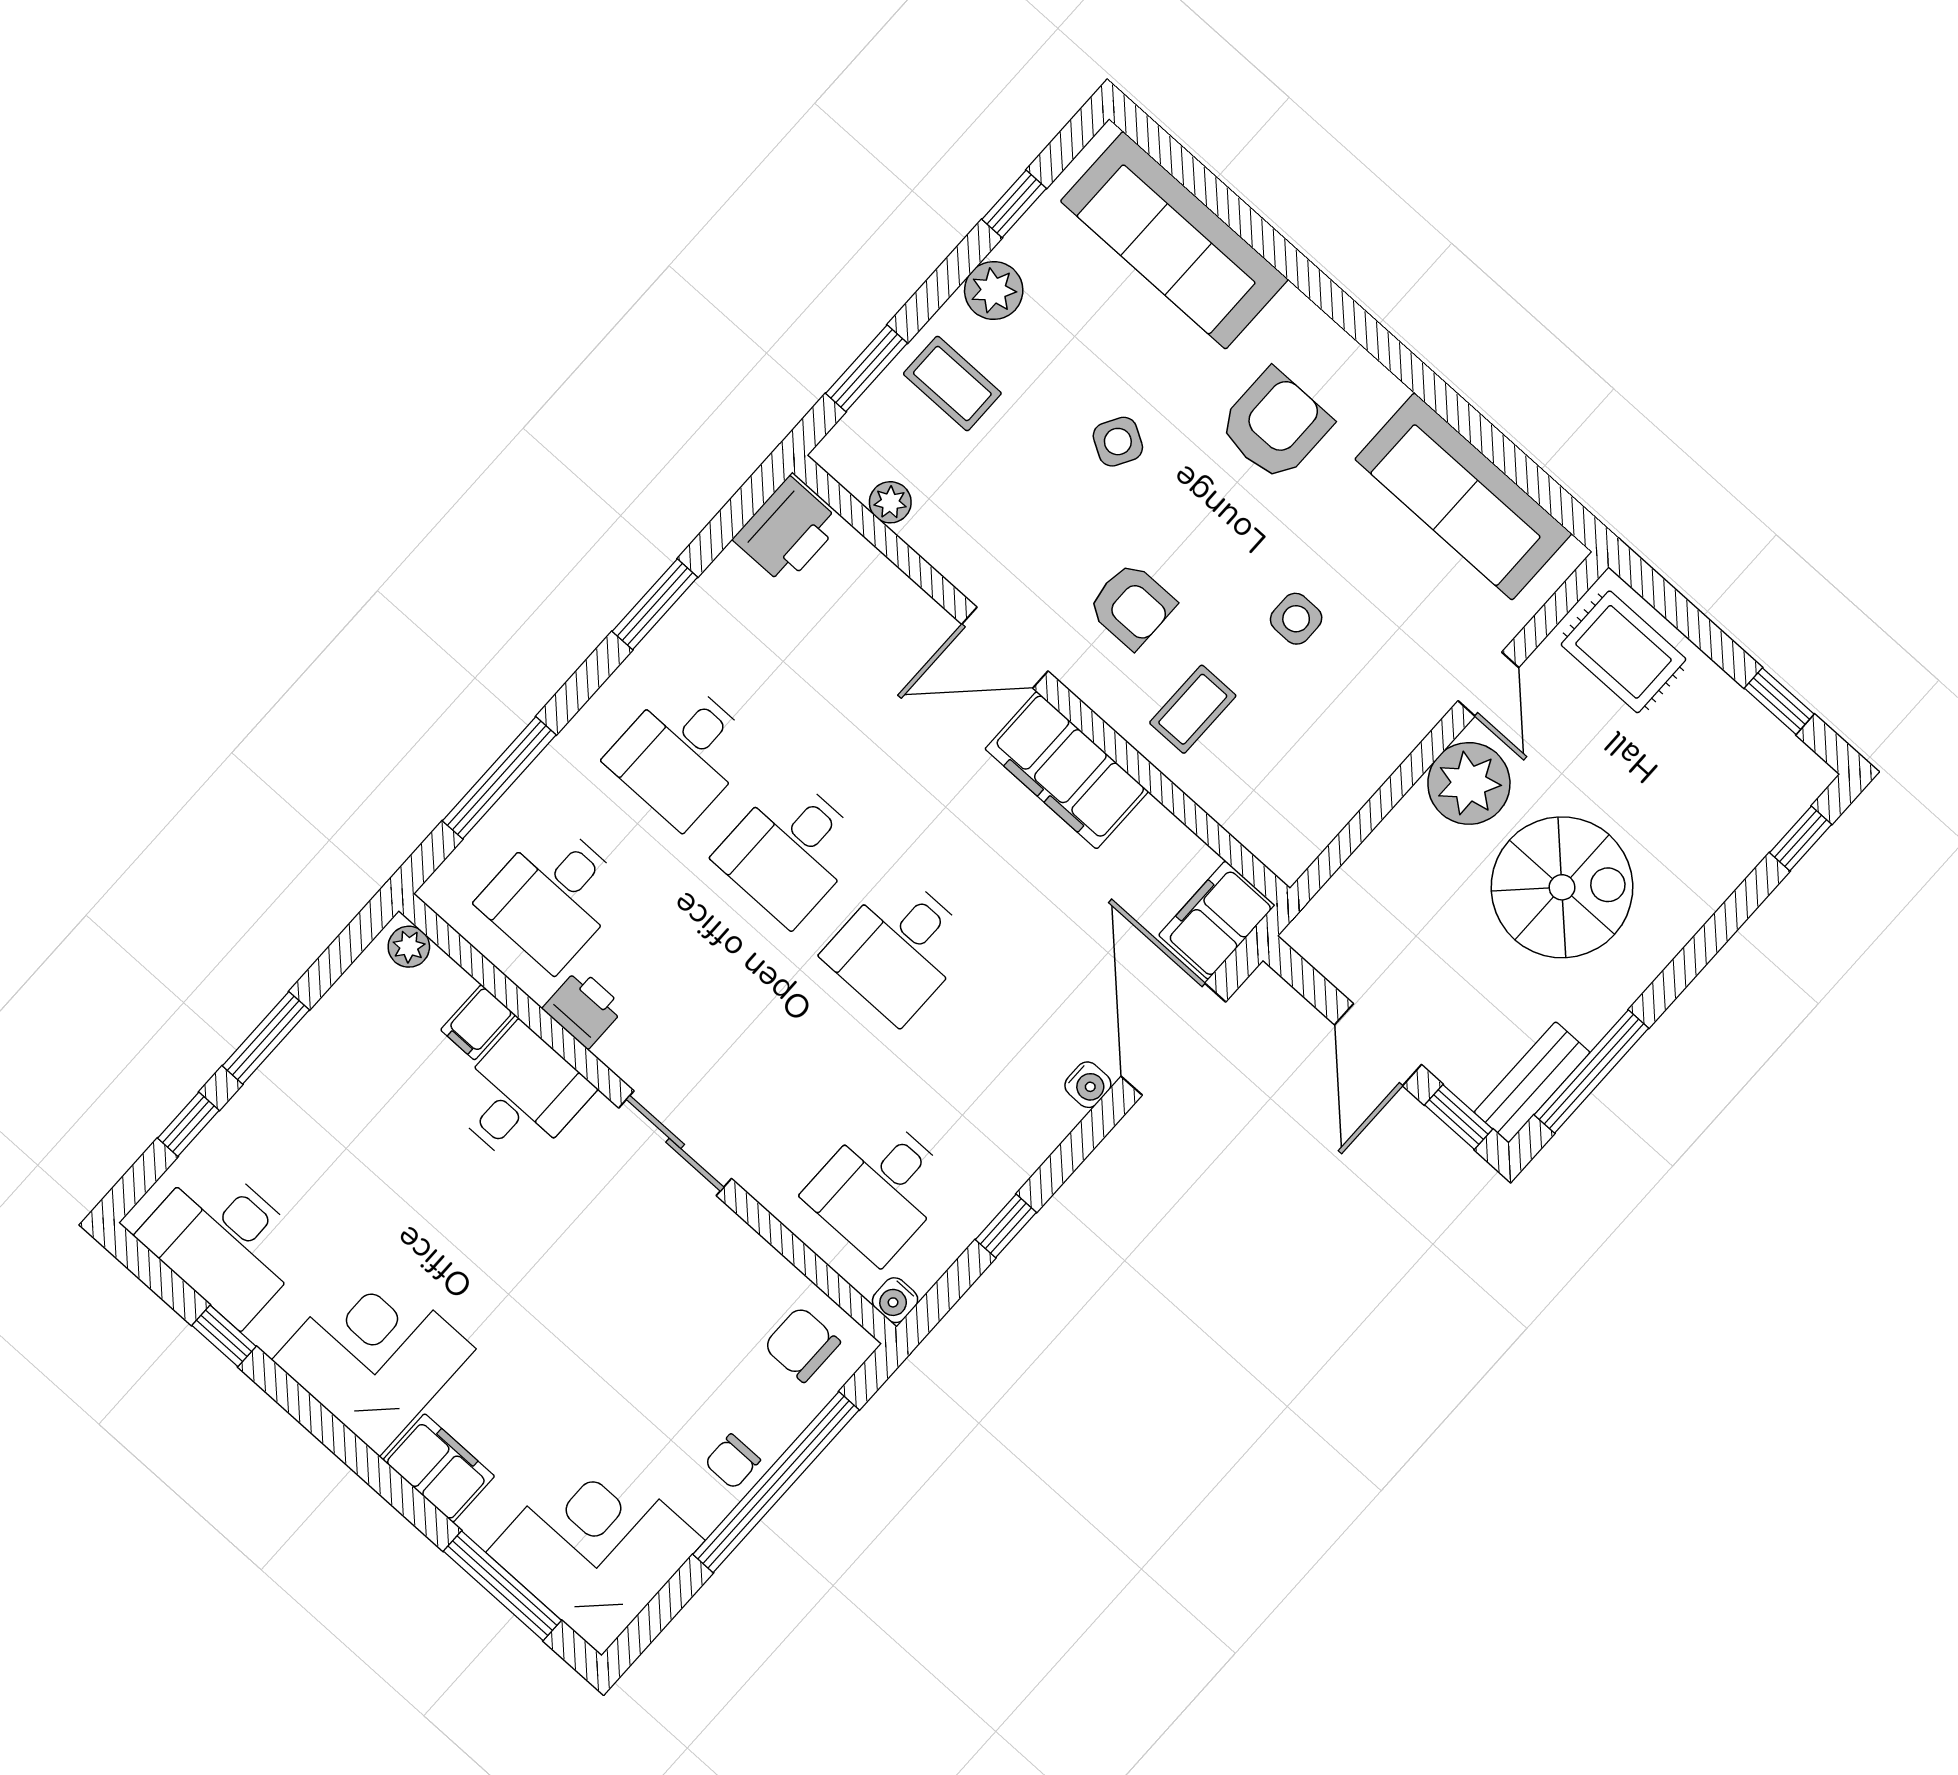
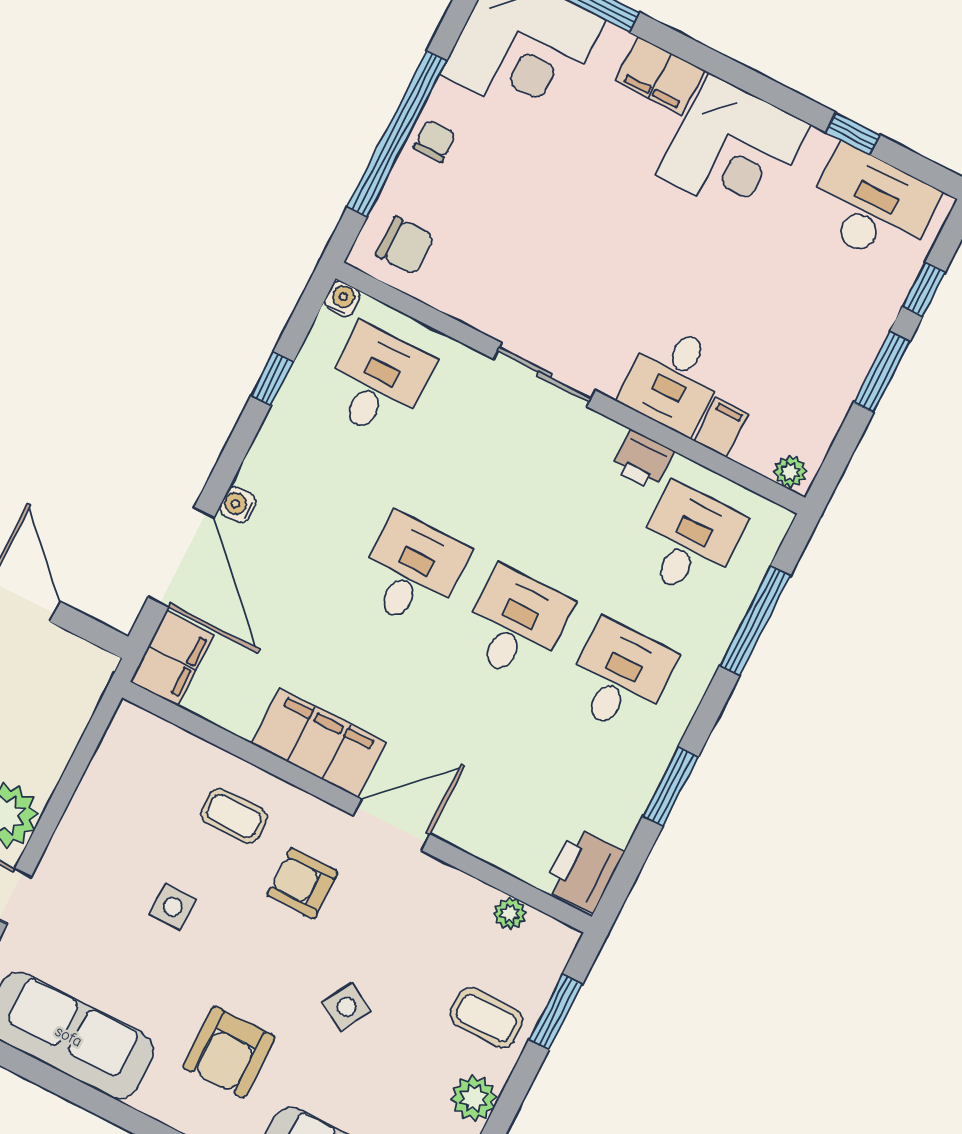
coffee table: (1193, 709) -> (234, 816), turned 90

